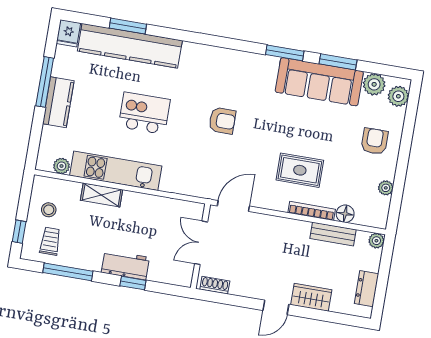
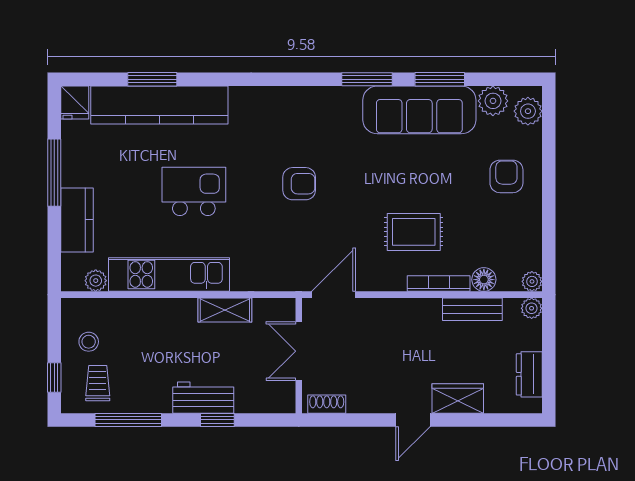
kitchen counter: (58, 102) -> (77, 220), moved
plant: (386, 188) -> (532, 281), moved
shelving: (102, 195) -> (225, 310), moved

